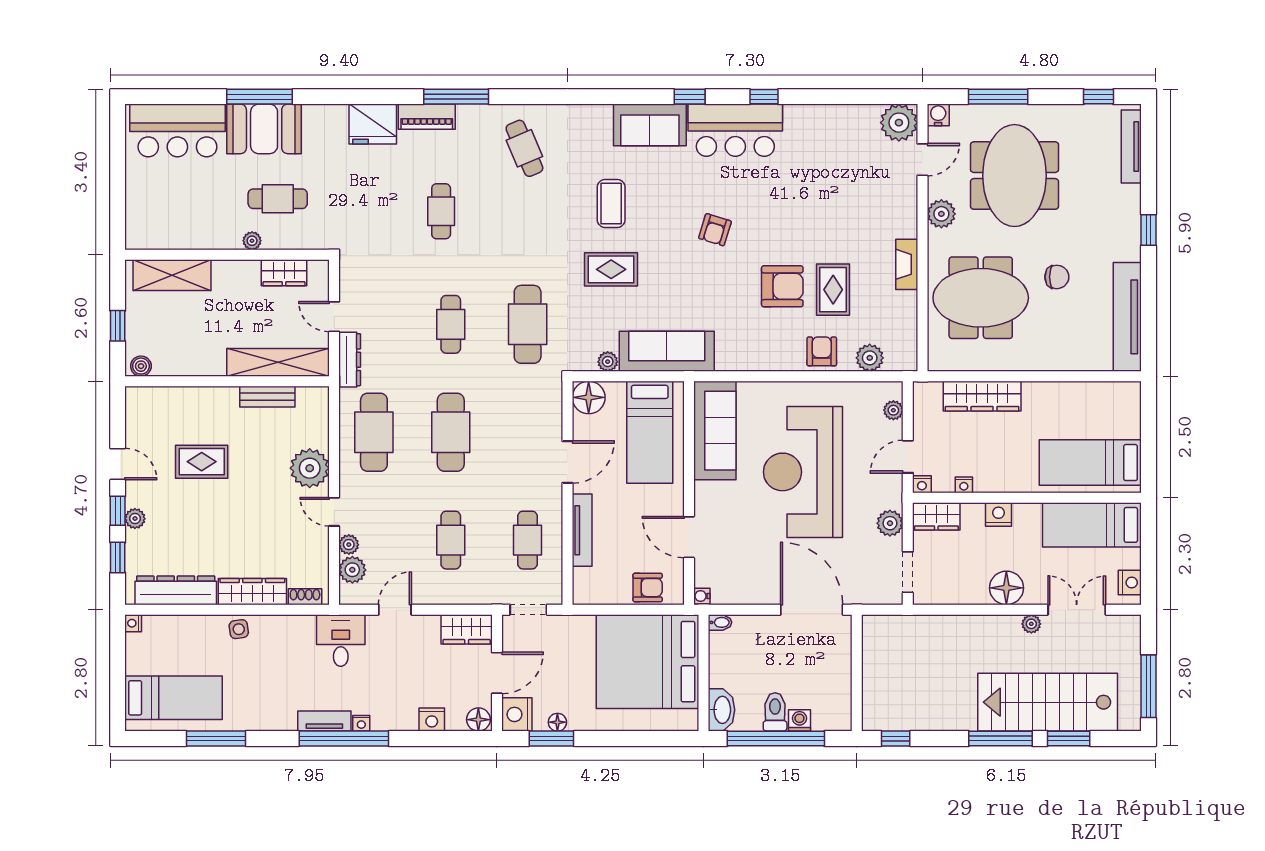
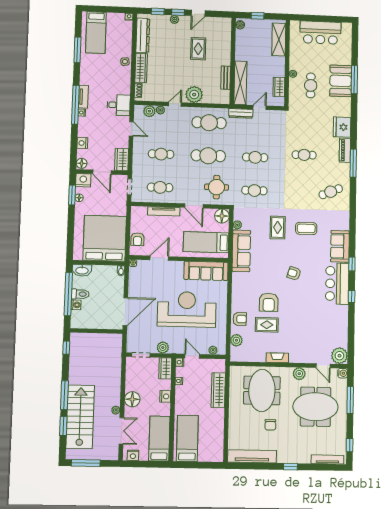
bar counter: (177, 130) -> (320, 33), moved, turned -90
cafe table: (528, 324) -> (254, 191), width x0.73, depth x0.74
round table: (523, 411) -> (217, 187), added

